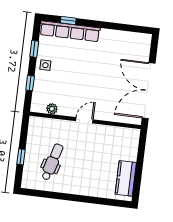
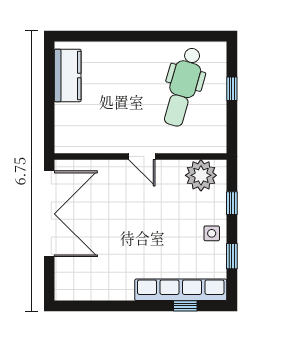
plant: (52, 109) -> (201, 175), width x1.87, depth x1.87
door: (84, 120) -> (142, 156), hinge flipped
dental chair: (52, 162) -> (183, 87), width x1.36, depth x1.38

